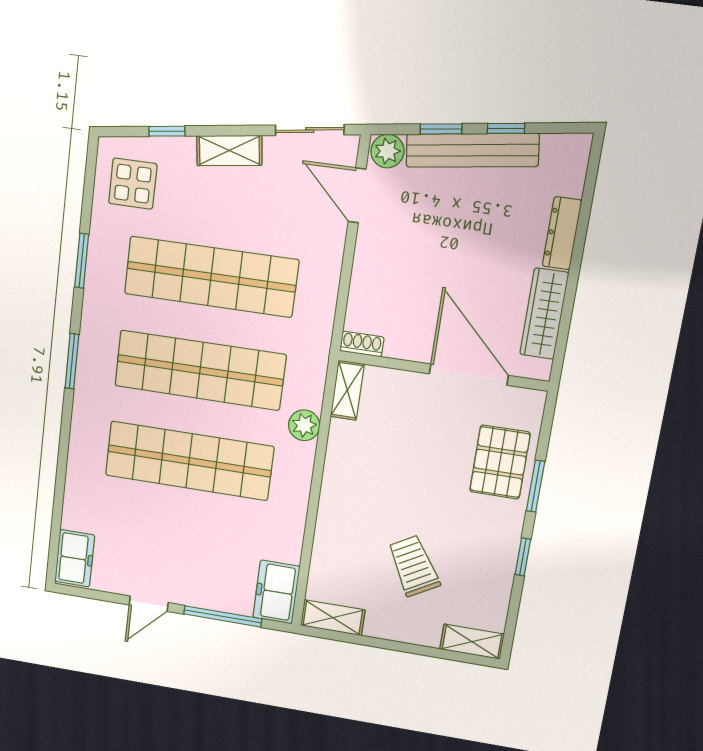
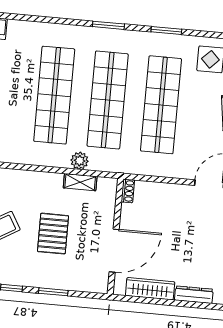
shelving: (347, 390) -> (80, 182), moved
pallet: (500, 462) -> (53, 234), moved, turned 90

